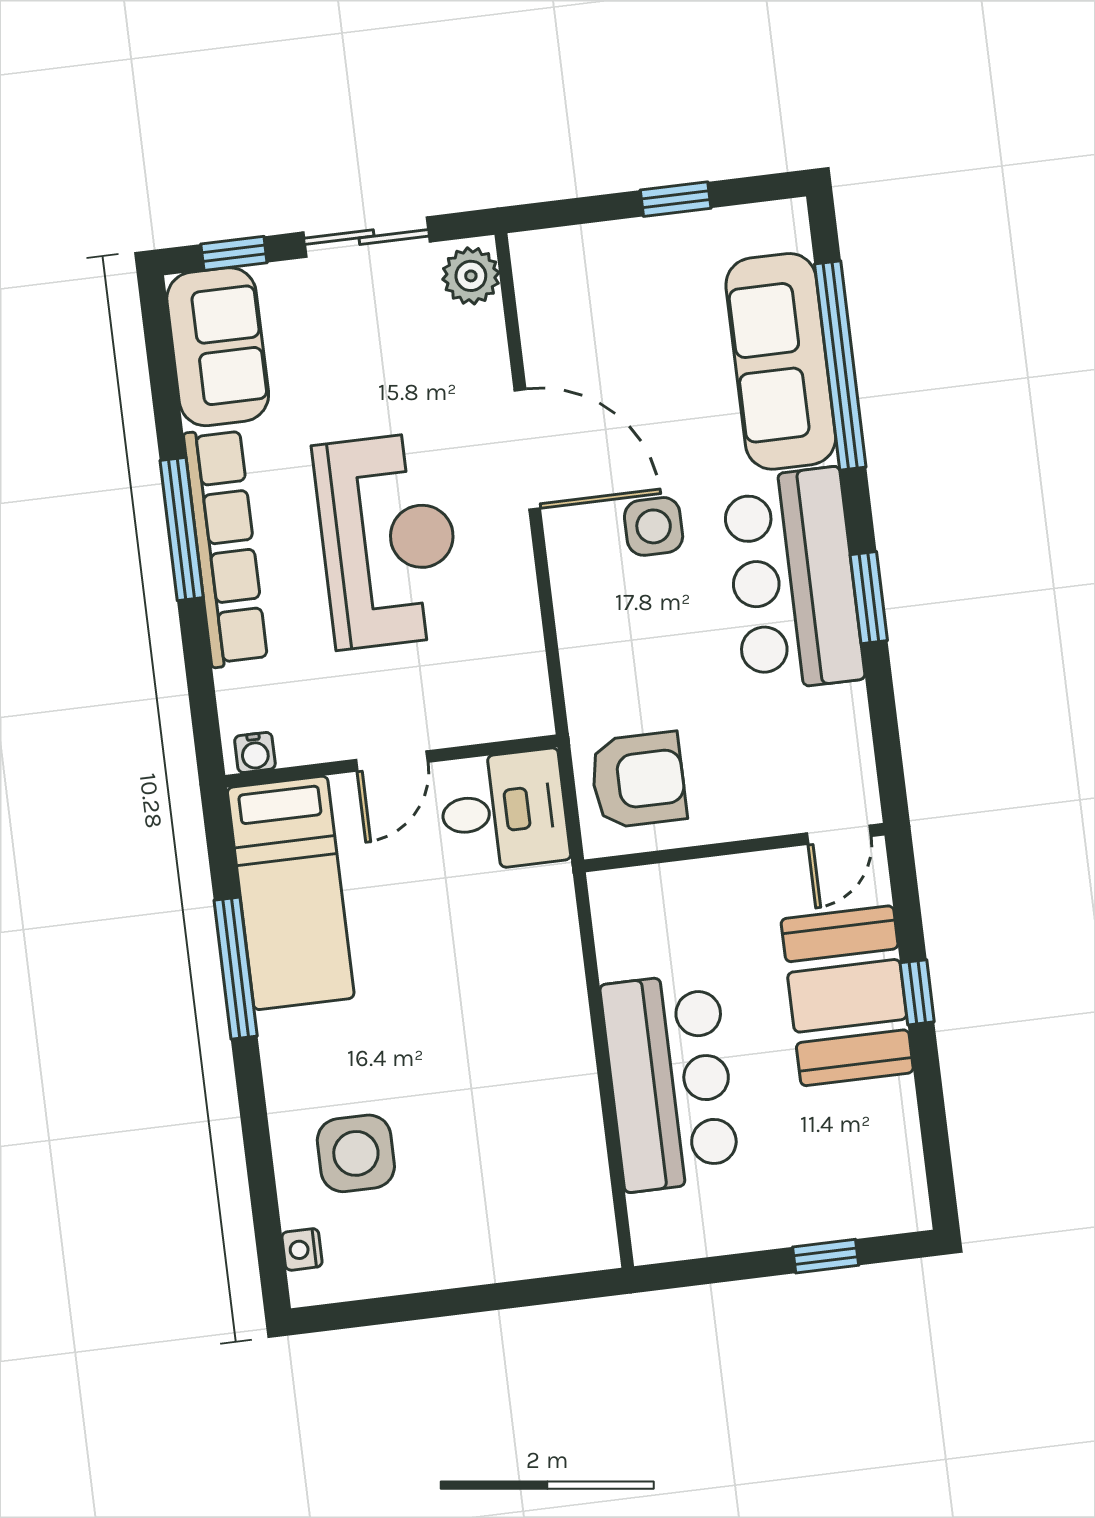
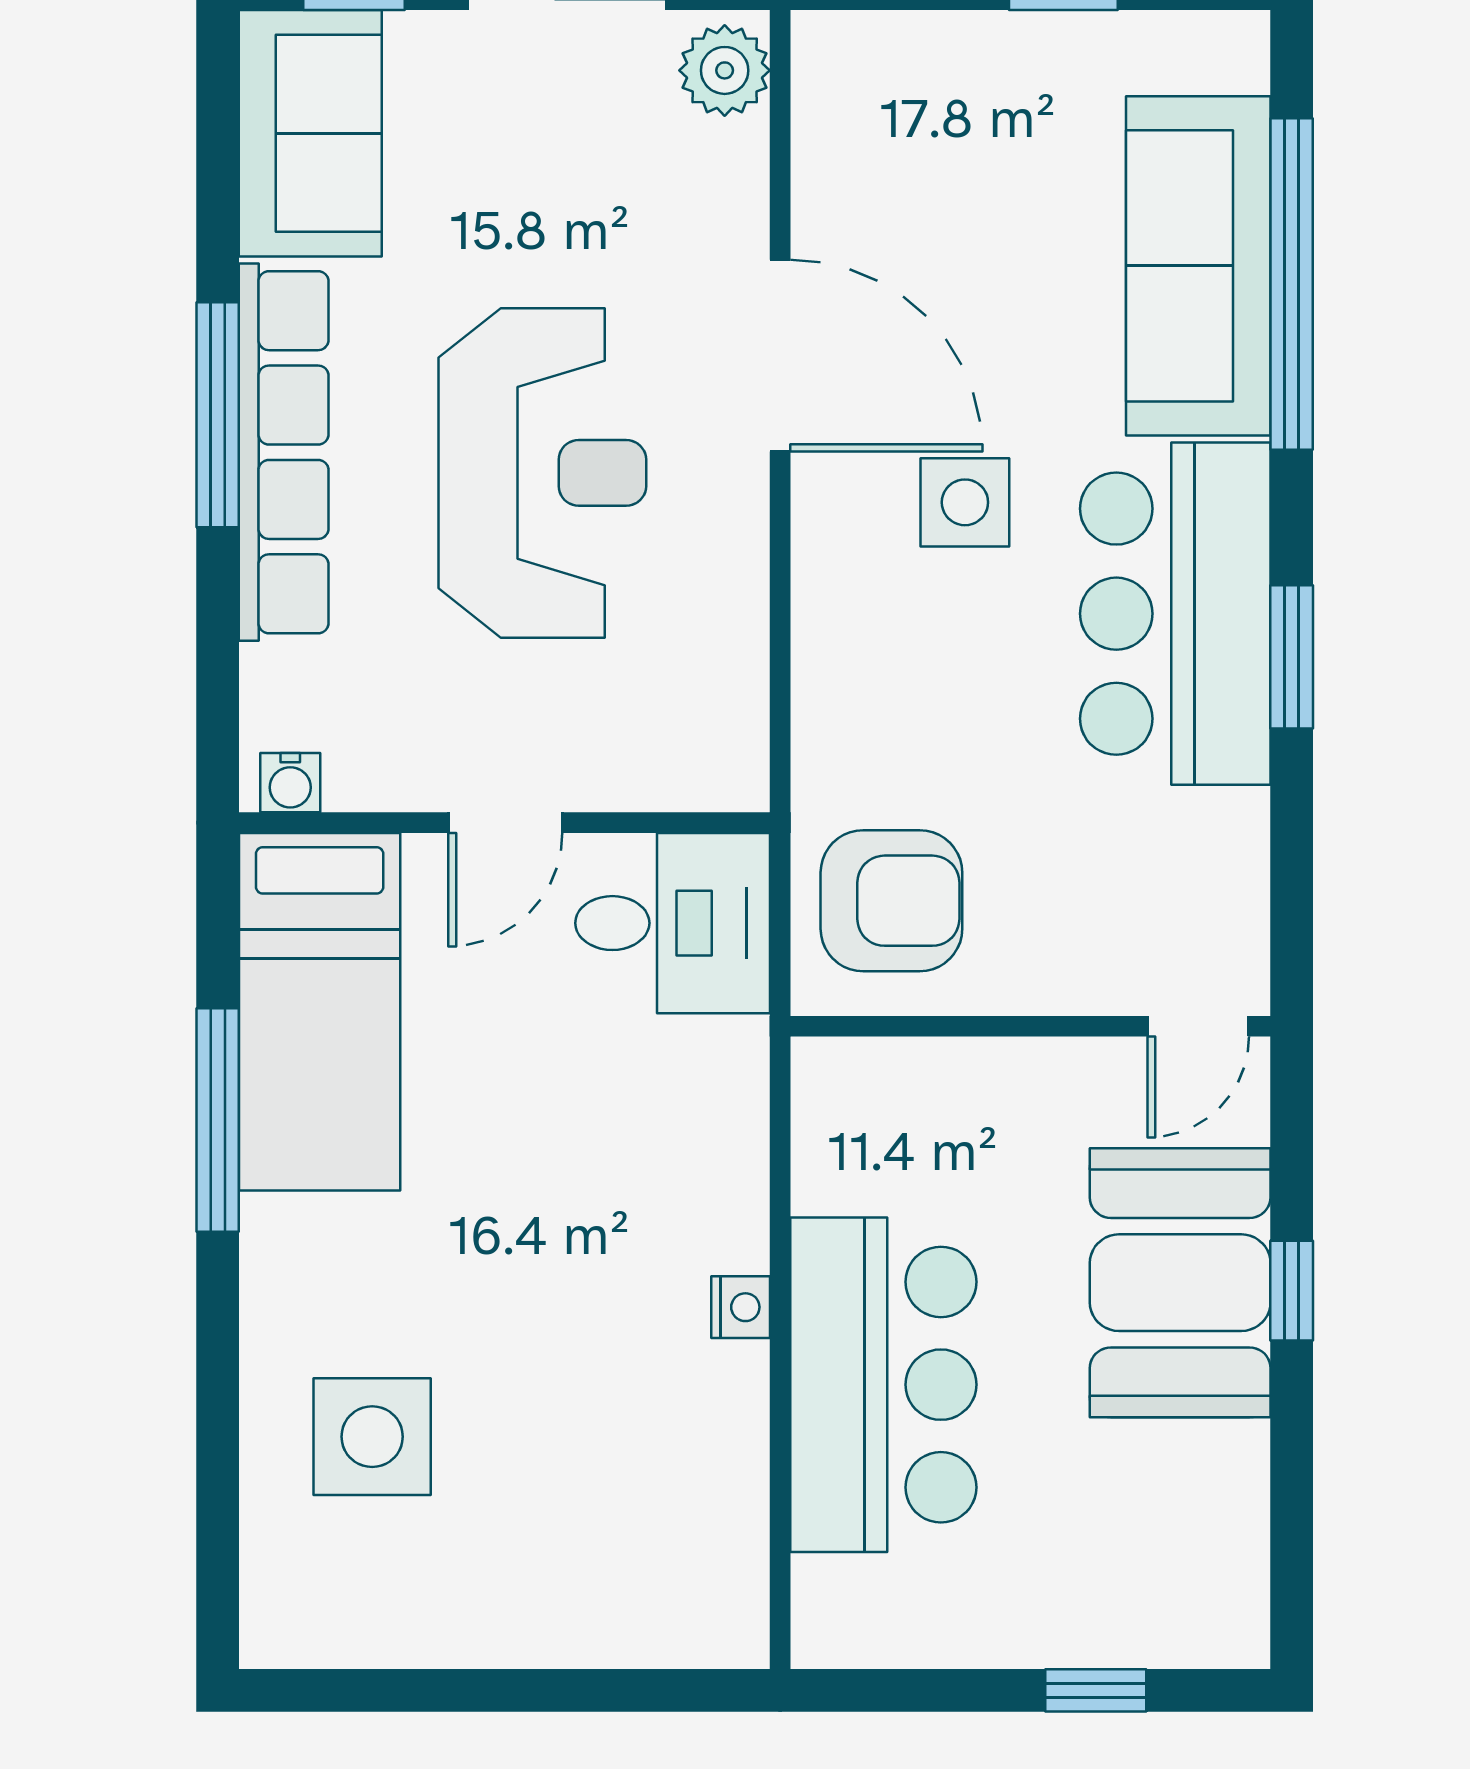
nightstand: (302, 1249) -> (741, 1307), moved, turned 180

